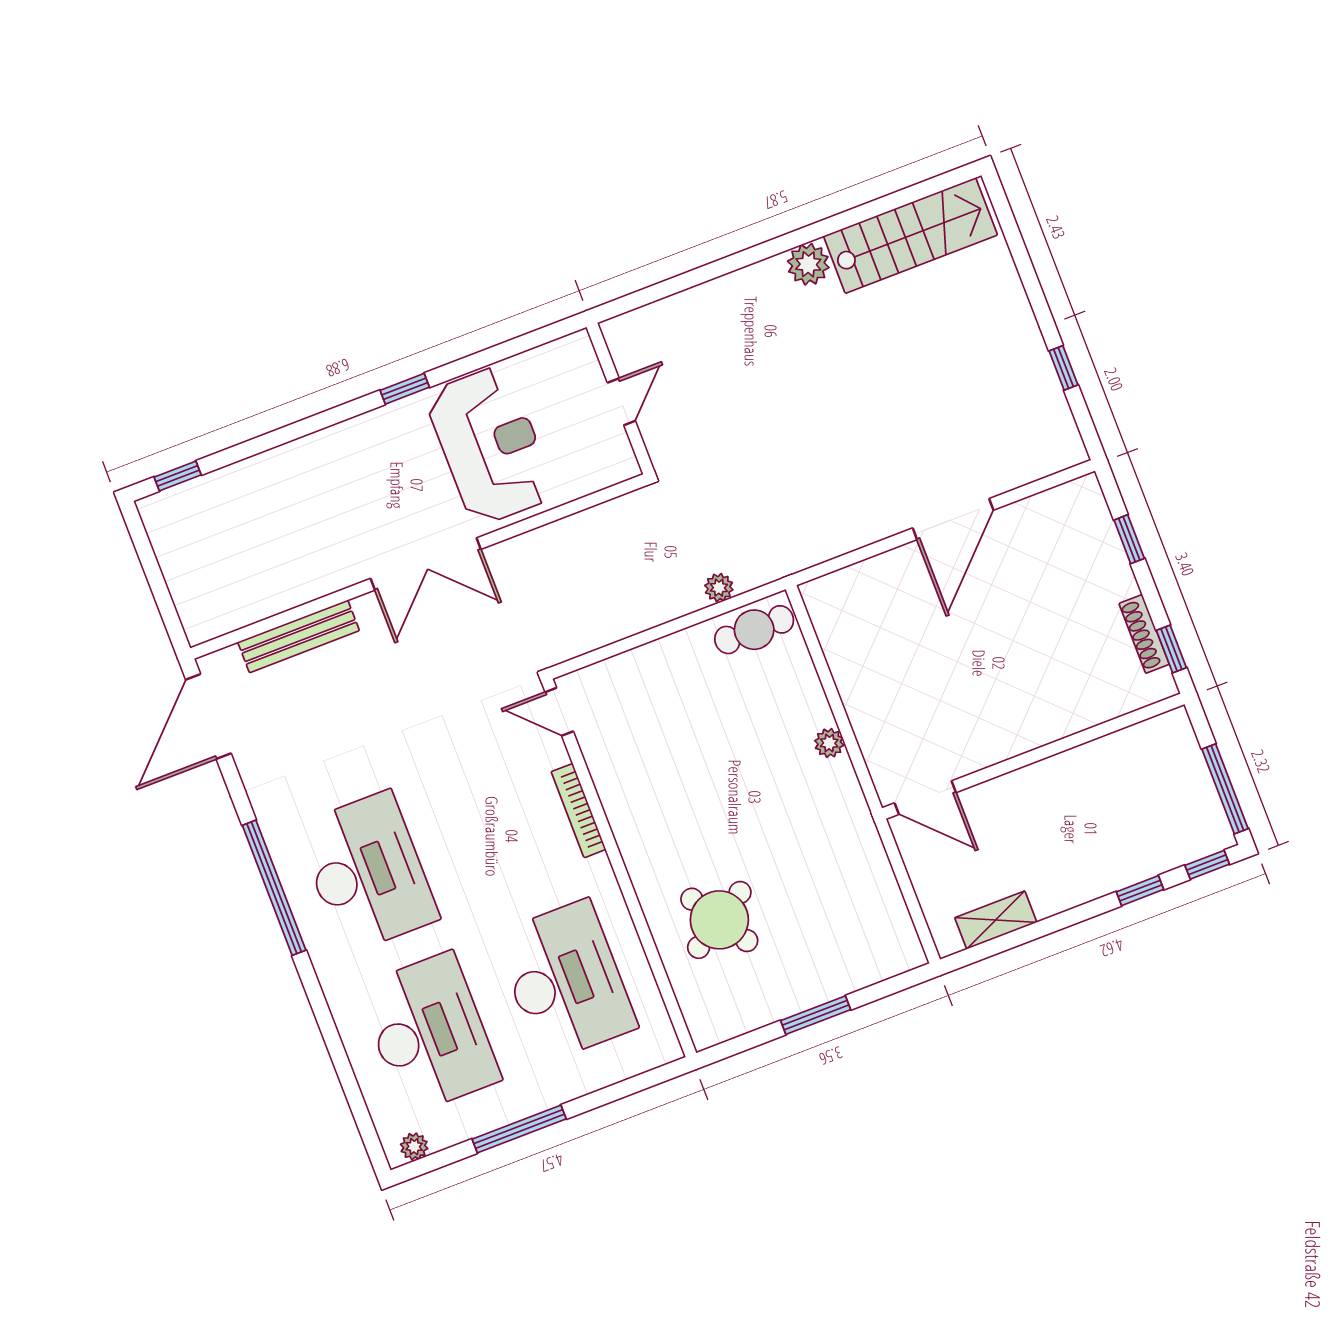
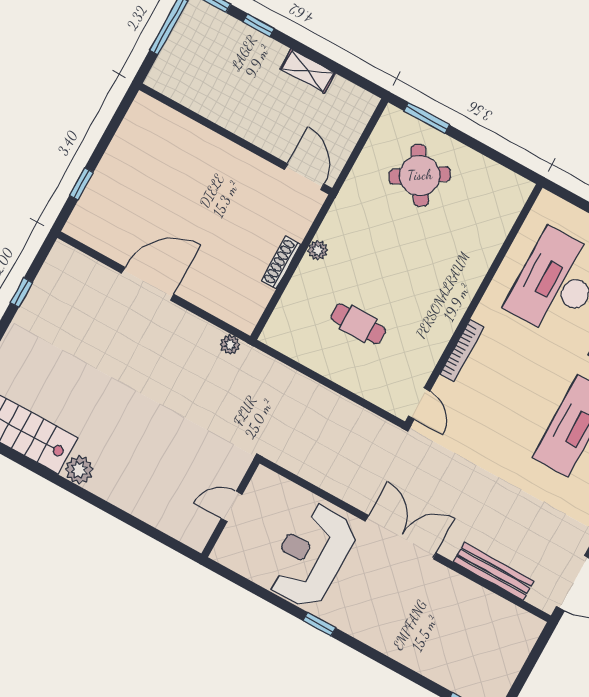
plant: (719, 588) -> (230, 345), moved
cafe table: (754, 630) -> (358, 324), moved
shoe rack: (1144, 634) -> (281, 263), moved, turned 180
window: (1171, 649) -> (120, 114), removed
round table: (719, 920) -> (420, 175), moved
shelving: (996, 920) -> (308, 71), moved
window: (816, 1015) -> (427, 118), moved

